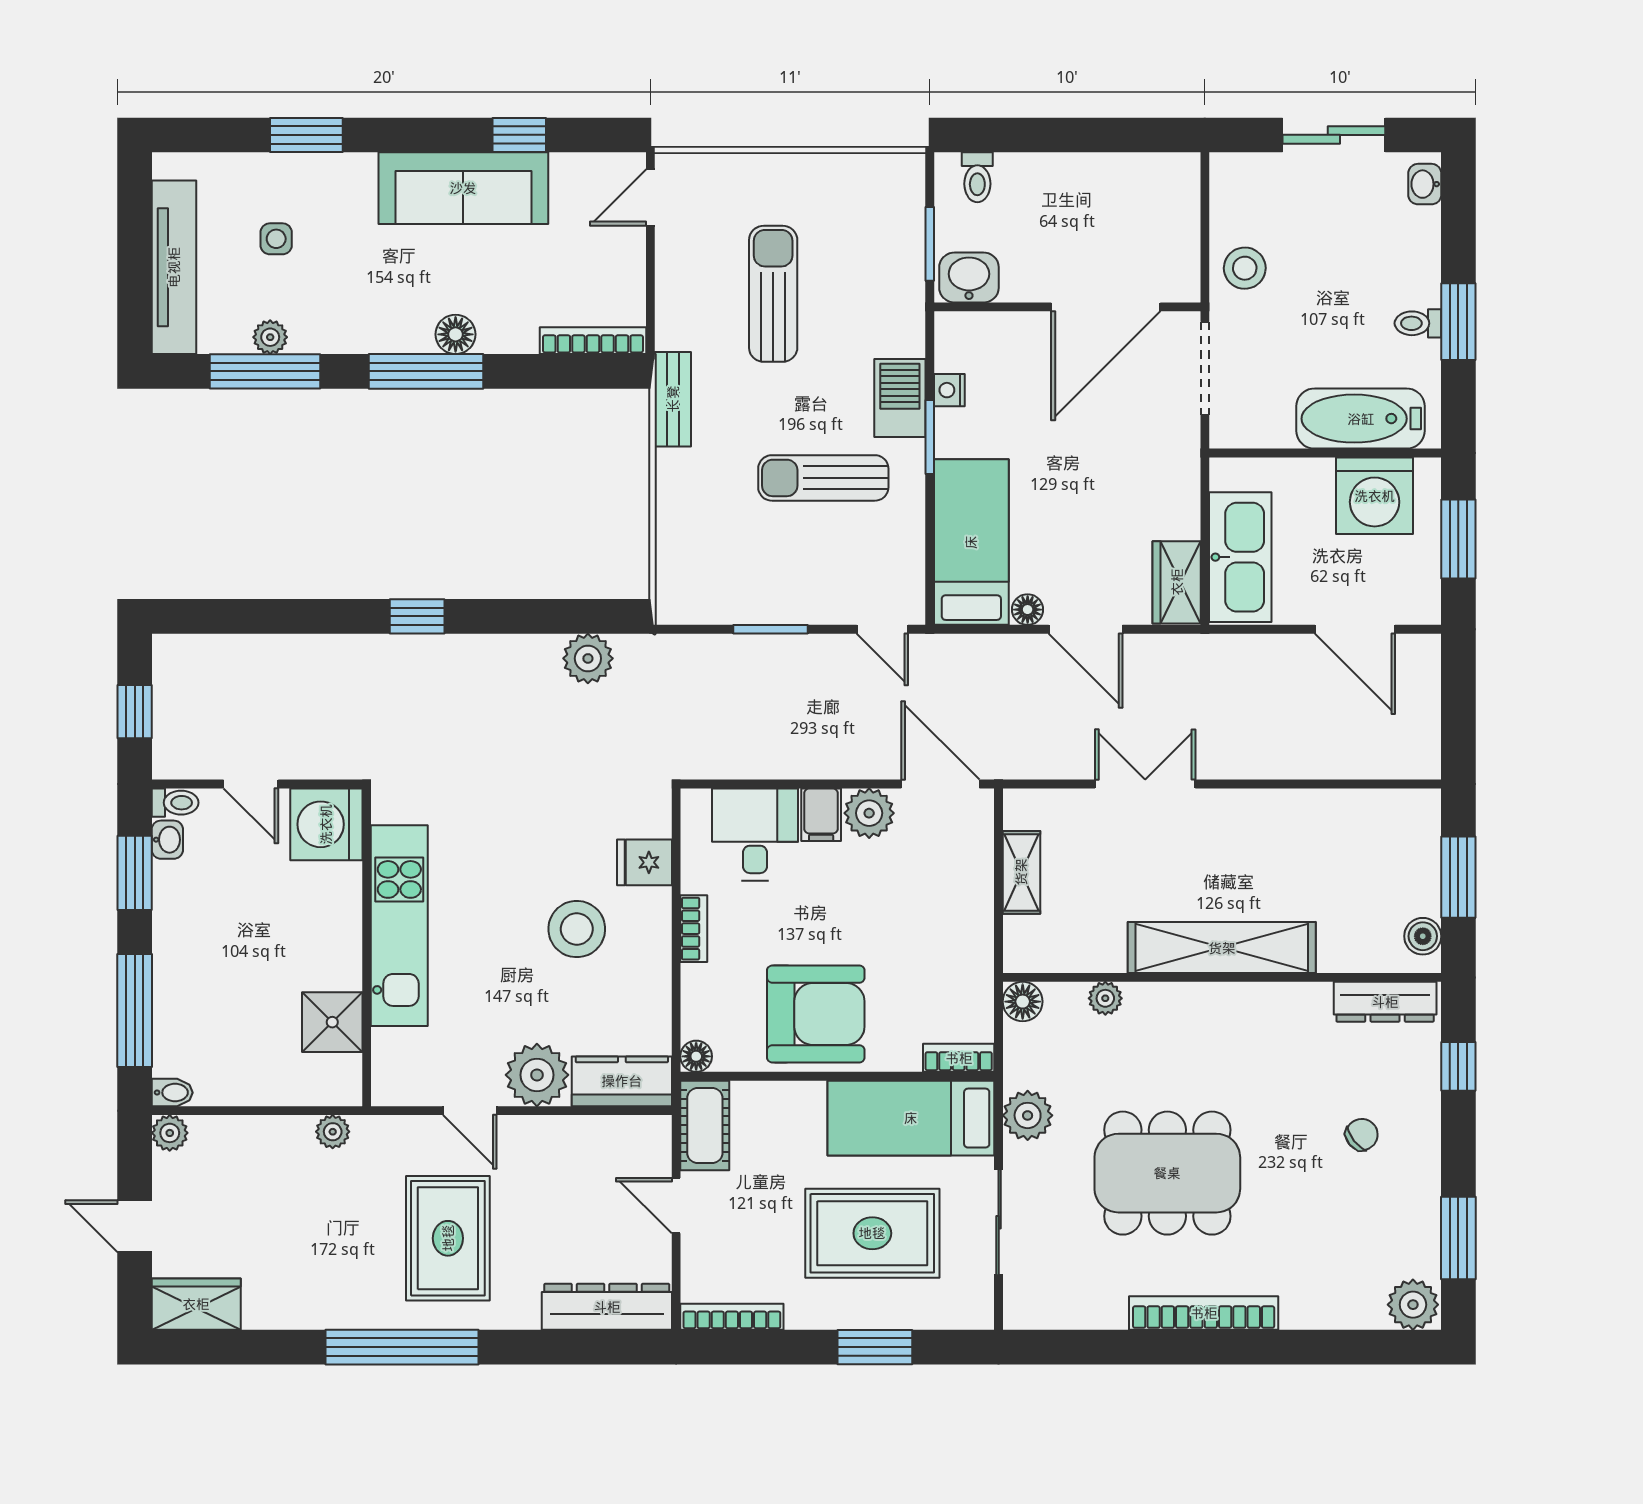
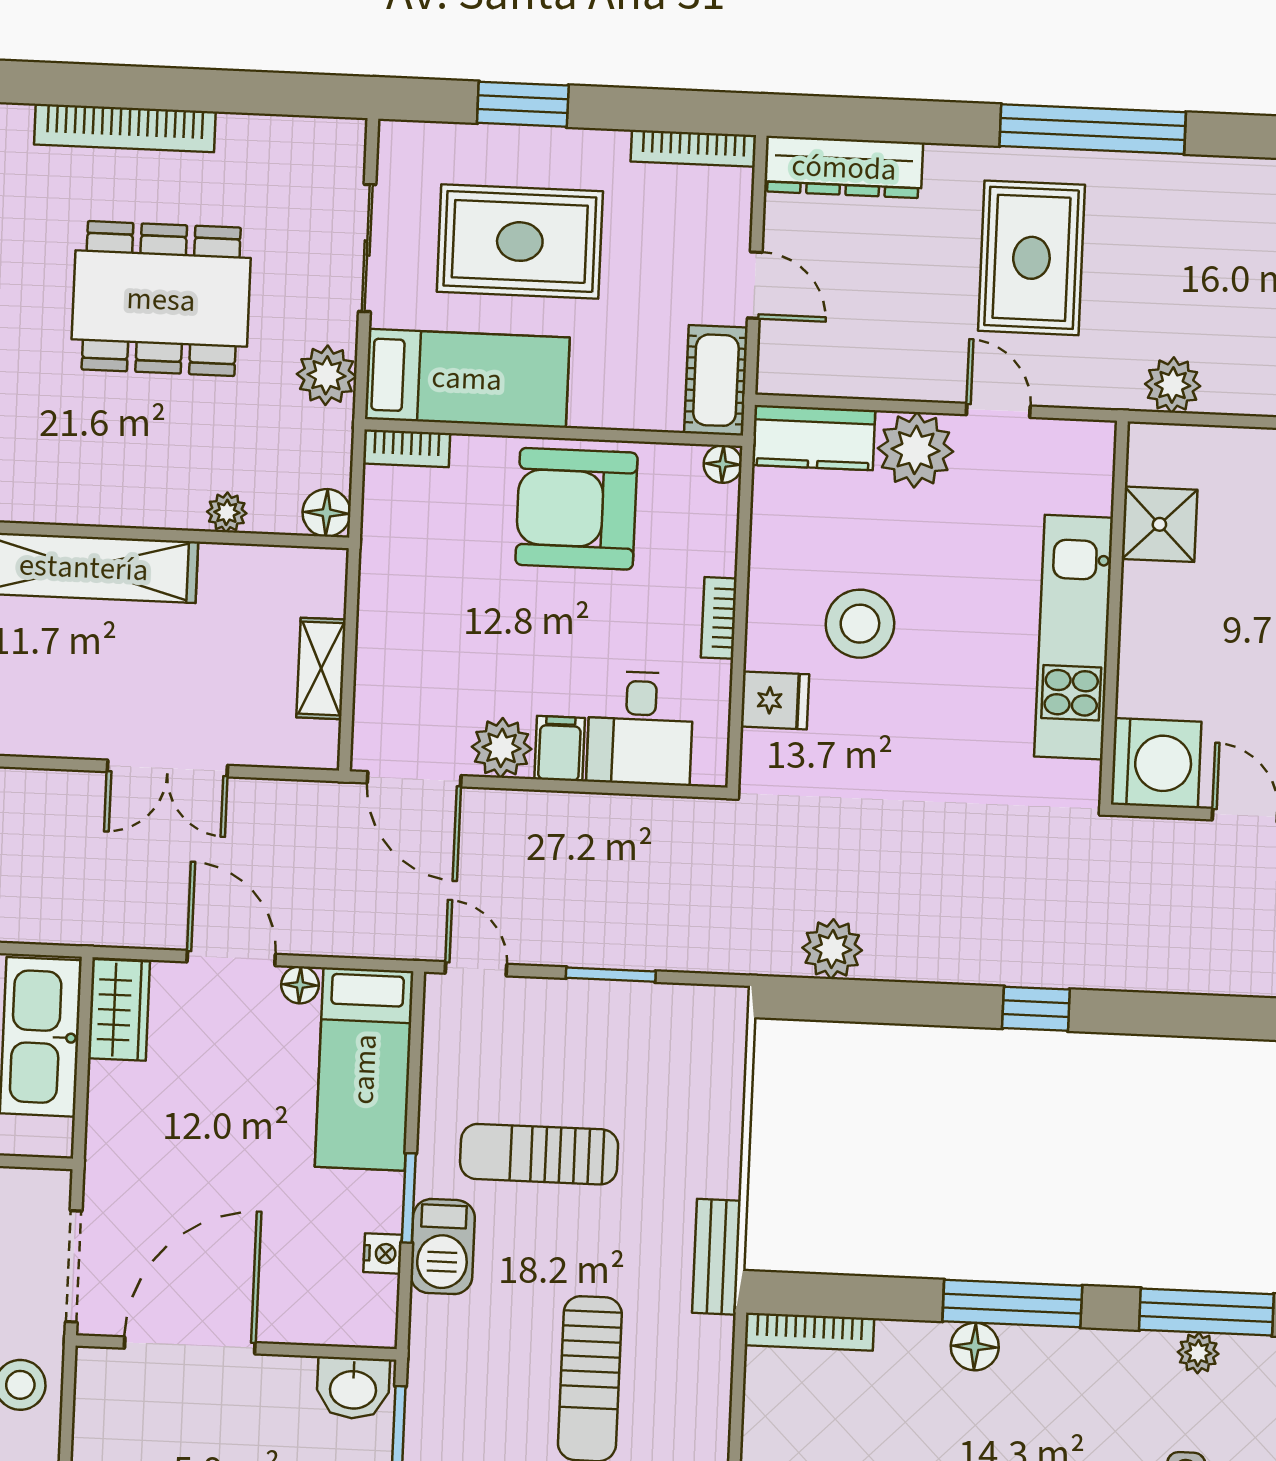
sun lounger: (823, 478) -> (539, 1154), turned 180
plant: (333, 1132) -> (1173, 385), width x1.38, depth x1.38

